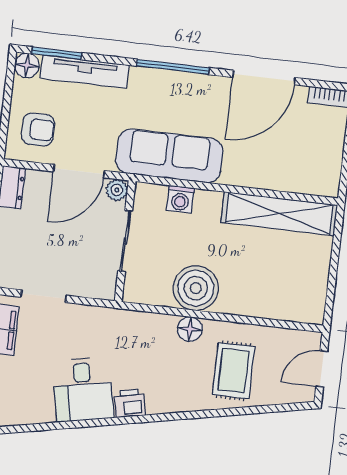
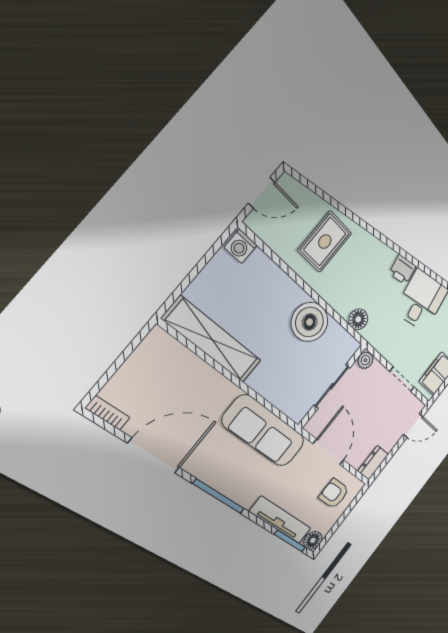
door: (79, 171) -> (328, 452), hinge flipped
plant: (117, 190) -> (365, 360), moved
washing machine: (180, 199) -> (241, 246), moved, turned 180
floor lamp: (190, 329) -> (358, 319), moved

